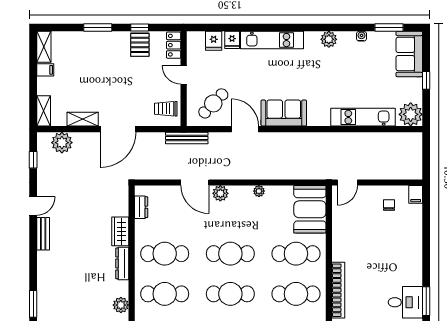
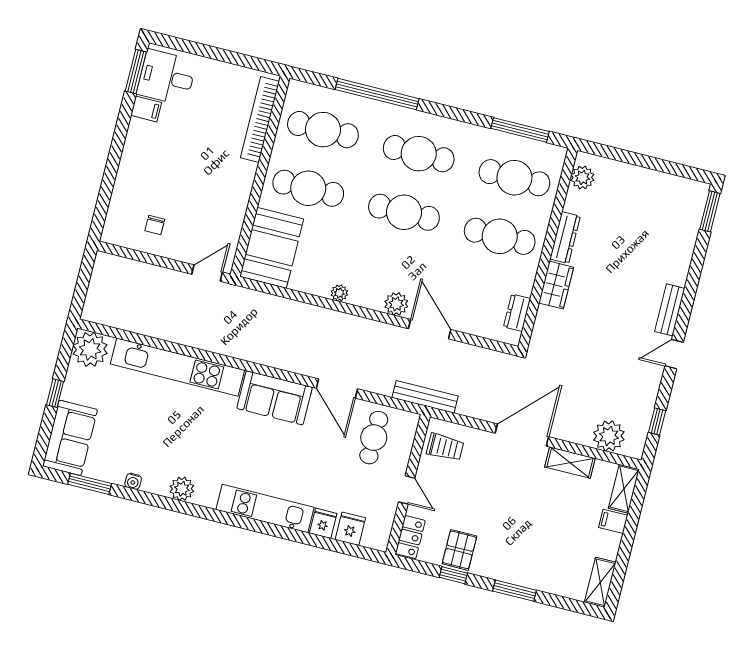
filing cabinet: (45, 70) -> (613, 521), moved
cafe table: (213, 103) -> (374, 438), turned -43
kitchen unit: (363, 117) -> (177, 367), width x1.36
filing cabinet: (416, 194) -> (146, 109), moved, turned 90

